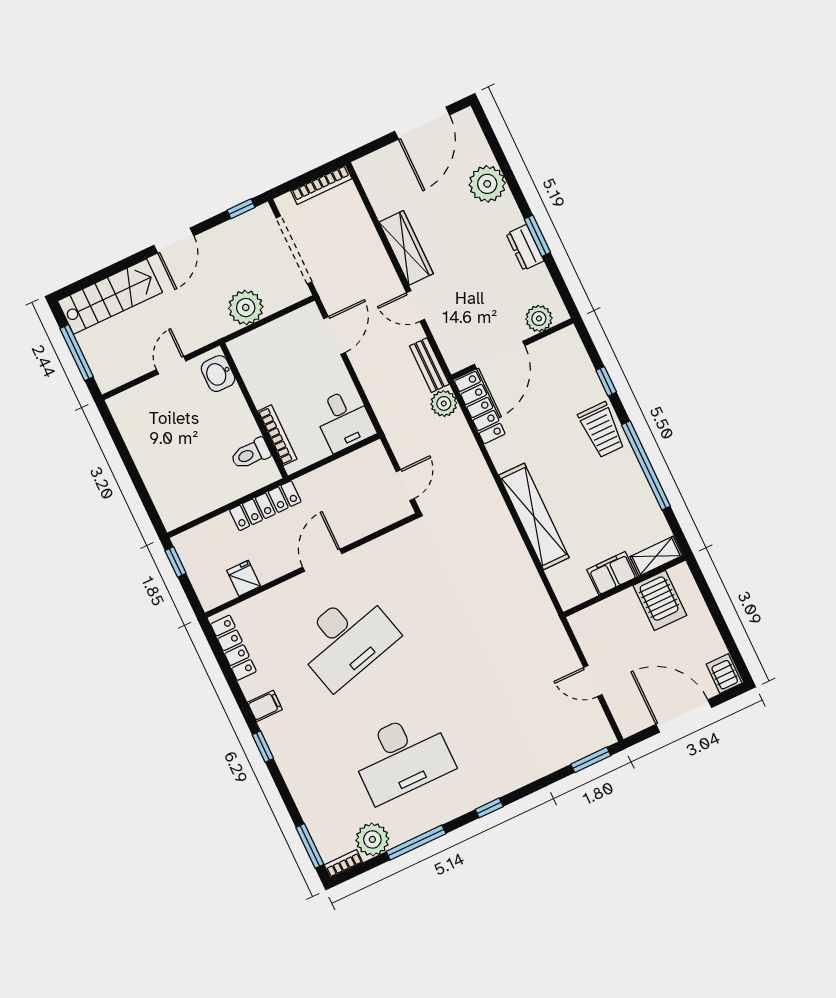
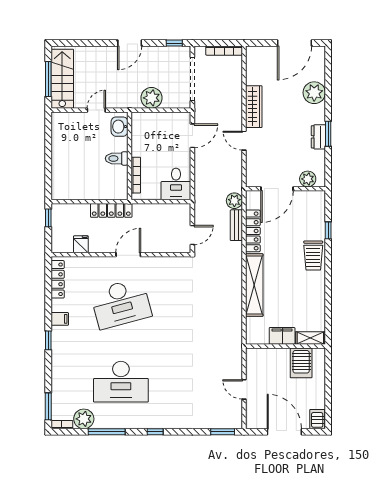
stairs: (110, 297) -> (62, 79), moved, turned -90
bench: (429, 365) -> (236, 225), moved
locker: (480, 407) -> (253, 231), moved
toilet: (251, 454) -> (117, 158), moved
window: (646, 465) -> (328, 286), removed

